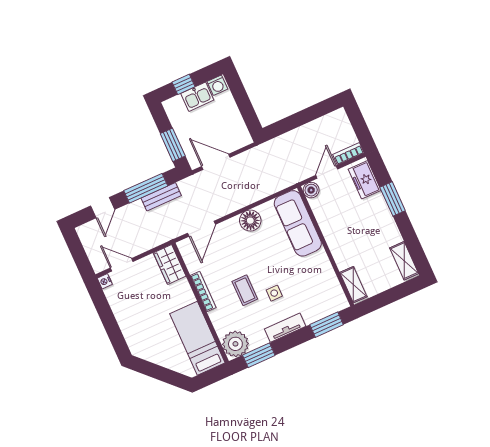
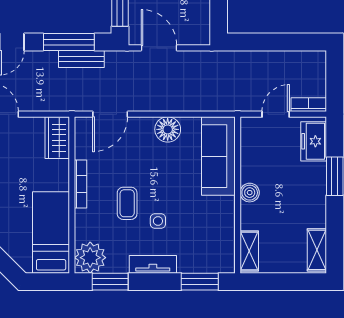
boiler: (311, 190) -> (250, 193), moved

